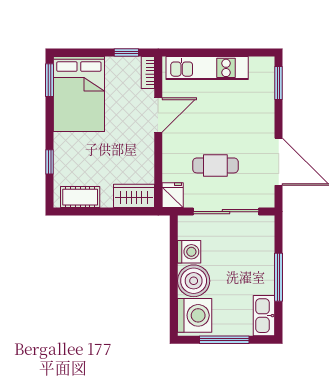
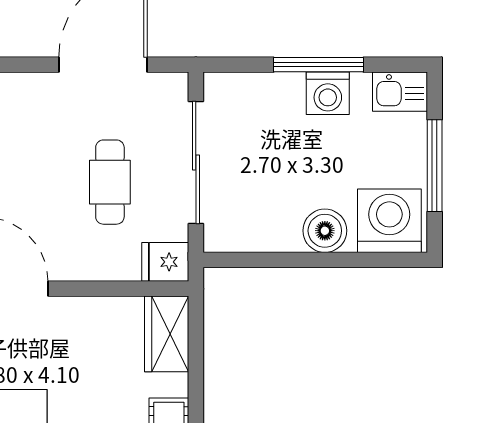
washing machine: (189, 252) -> (328, 93), moved, turned 180
boiler: (194, 281) -> (325, 231), width x0.73, depth x0.73
kitchen sink: (264, 316) -> (400, 92), width x0.73

